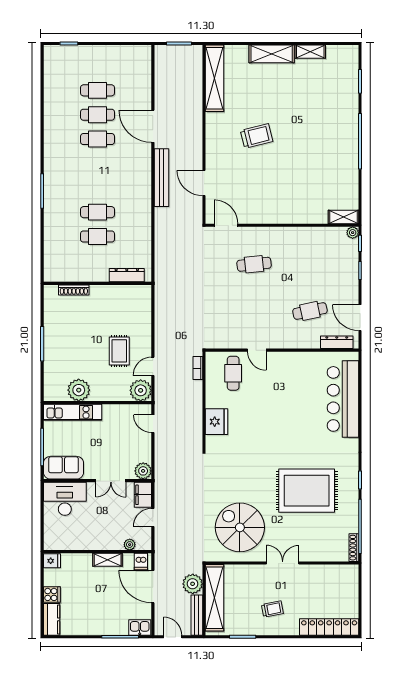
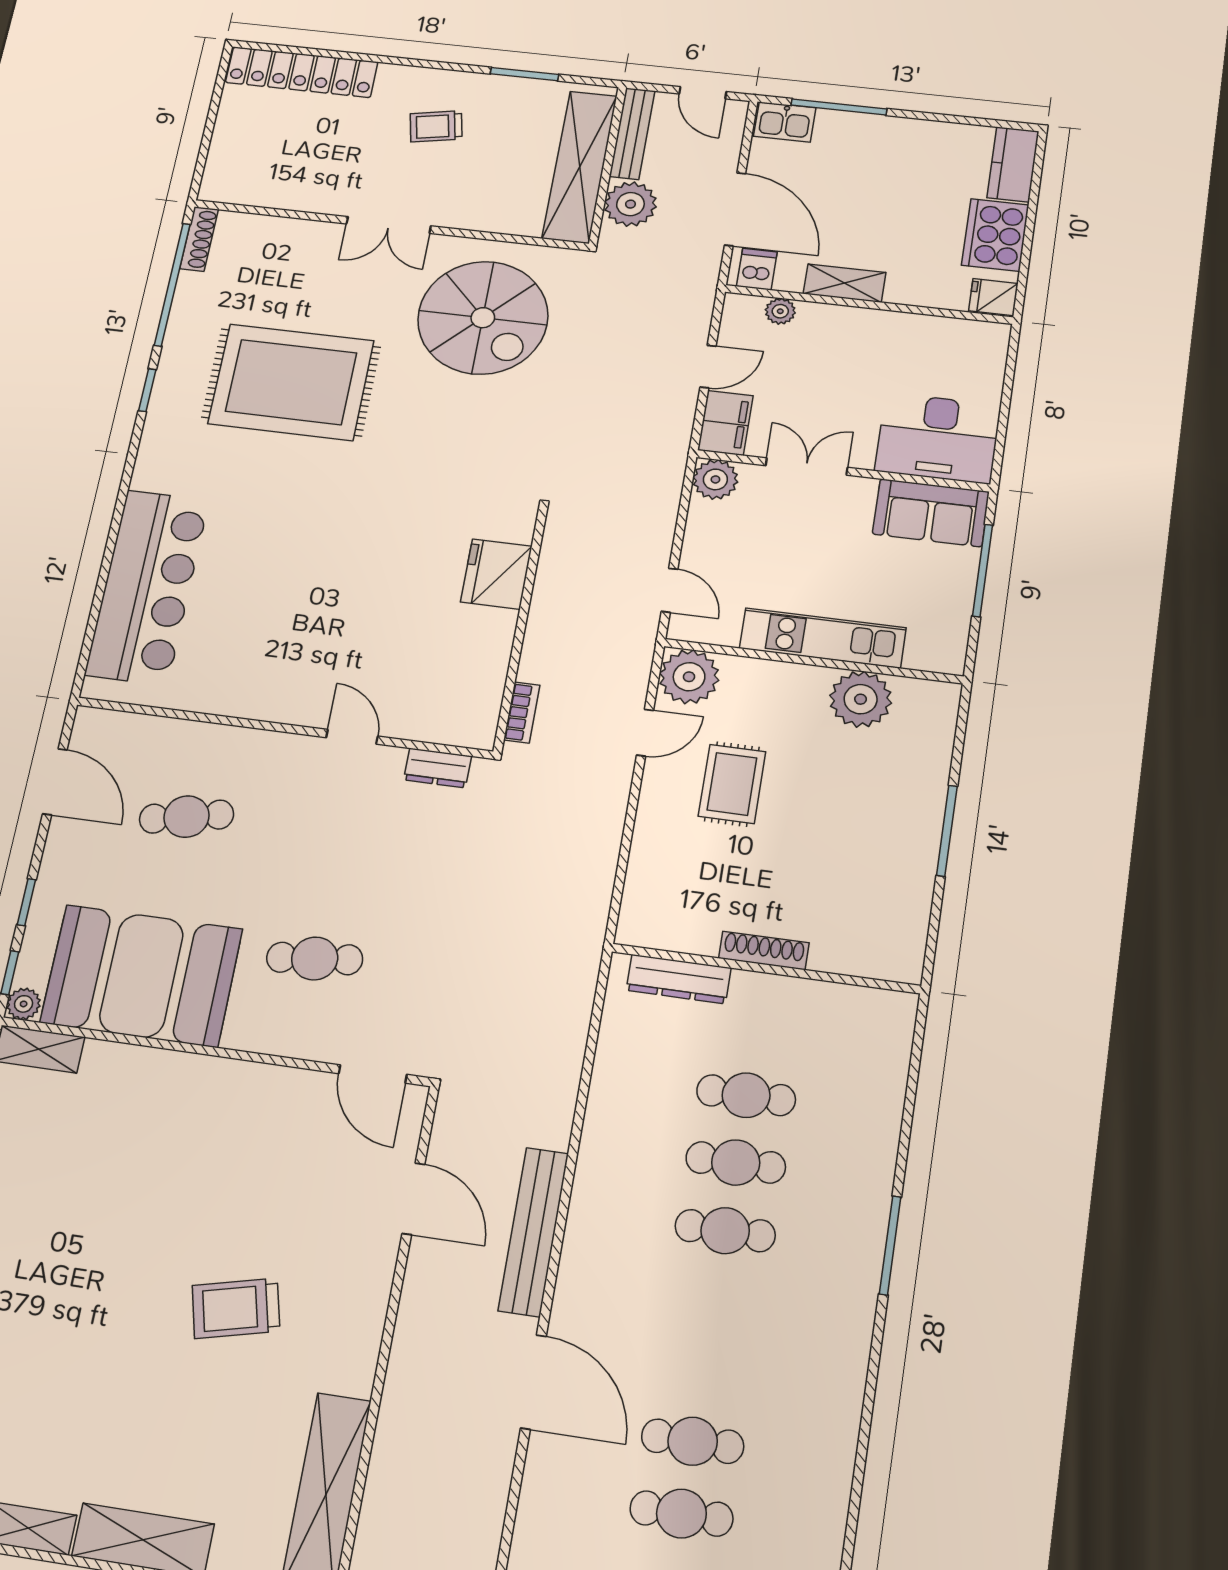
cafe table: (97, 139) -> (725, 1231), moved
booth: (313, 249) -> (141, 976), added
shoe rack: (74, 290) -> (764, 951), moved
dresser: (337, 342) -> (438, 768), moved, width x0.70
cafe table: (233, 373) -> (428, 687), removed
kitchen unit: (73, 412) -> (823, 638), moved
cooker: (52, 594) -> (995, 235), width x1.87, depth x1.31

